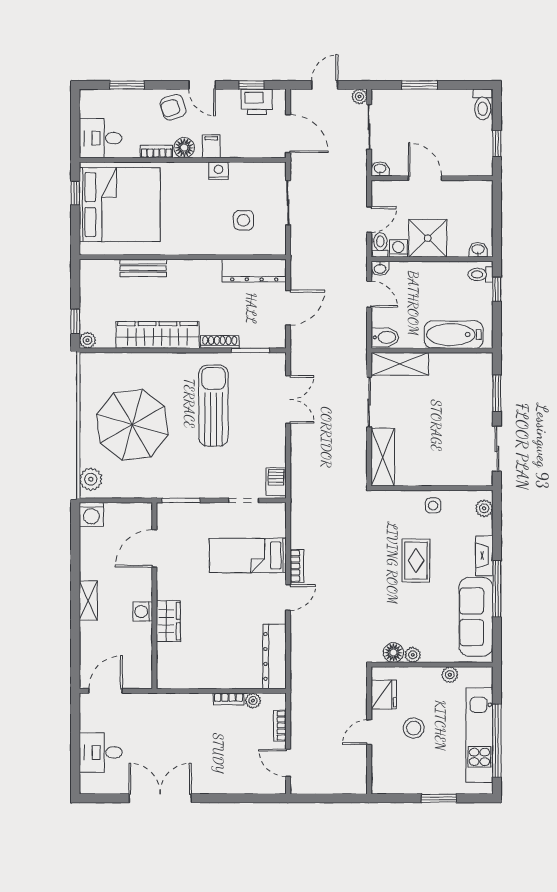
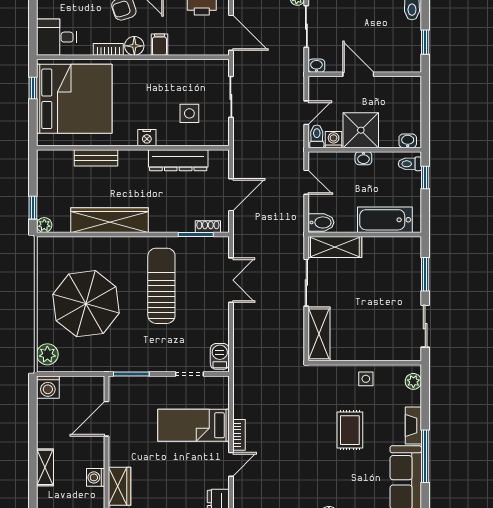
nightstand: (219, 171) -> (147, 138), moved, turned 180
washbasin: (380, 268) -> (363, 158), moved
dresser: (254, 271) -> (178, 160), moved
shoe rack: (220, 342) -> (208, 227), moved, width x0.70

